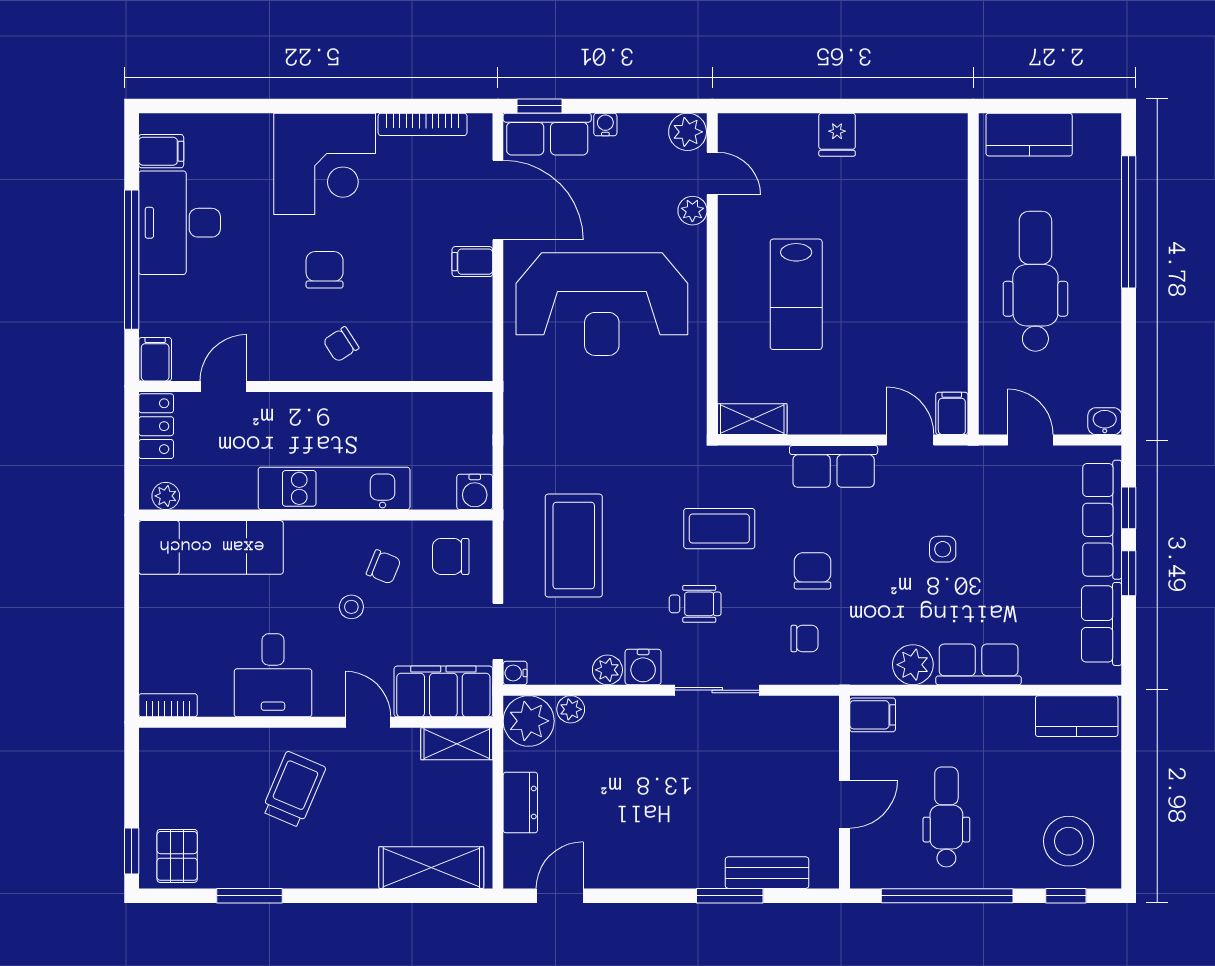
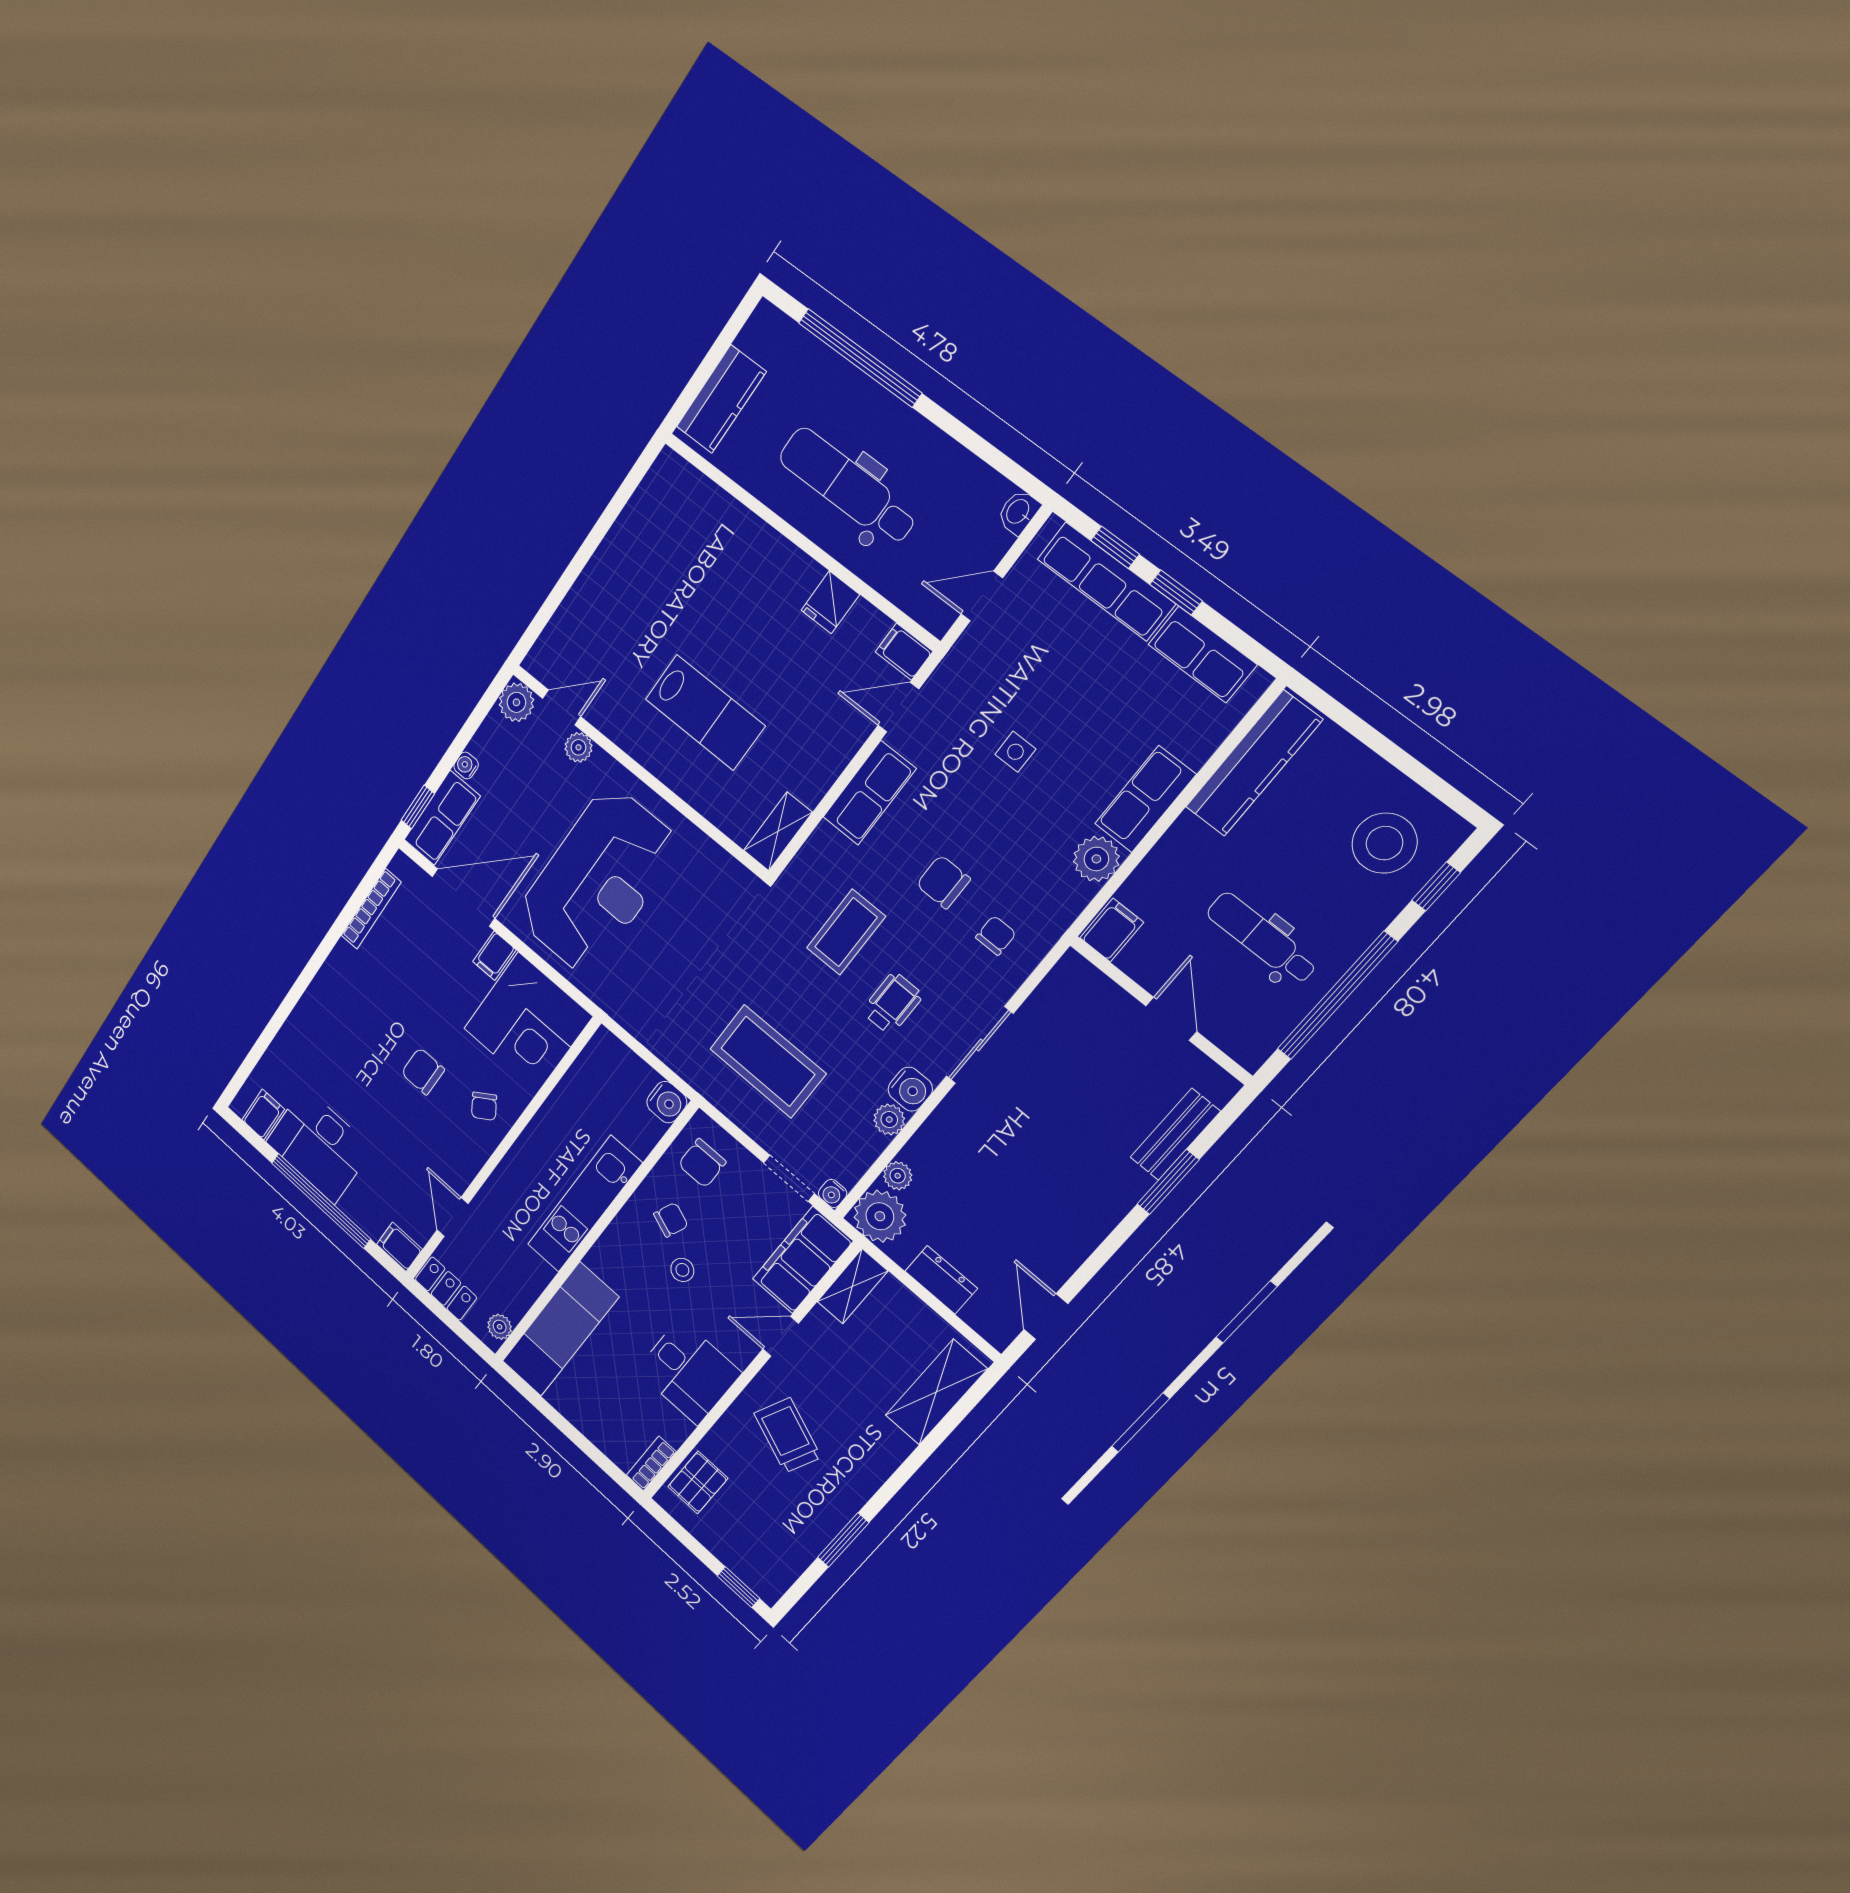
fridge: (837, 135) -> (830, 602), moved, turned 90
corner desk: (325, 164) -> (528, 1022), moved, turned 90
kitchen counter: (1077, 716) -> (1254, 764), width x1.50
pallet: (177, 856) -> (698, 1482), moved, turned 90

